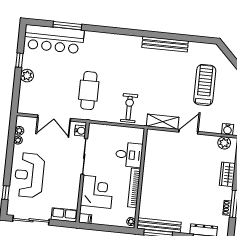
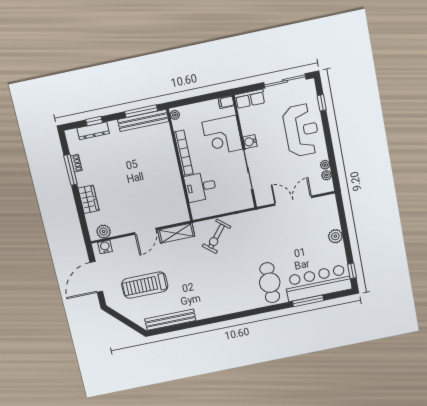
bench: (165, 44) -> (170, 320), moved
window: (19, 60) -> (352, 271), moved
treadmill: (205, 85) -> (145, 285), turned 90
cafe table: (89, 91) -> (270, 283), moved
exercise bike: (129, 108) -> (216, 236), turned 40
water cooler: (80, 131) -> (250, 142), moved

